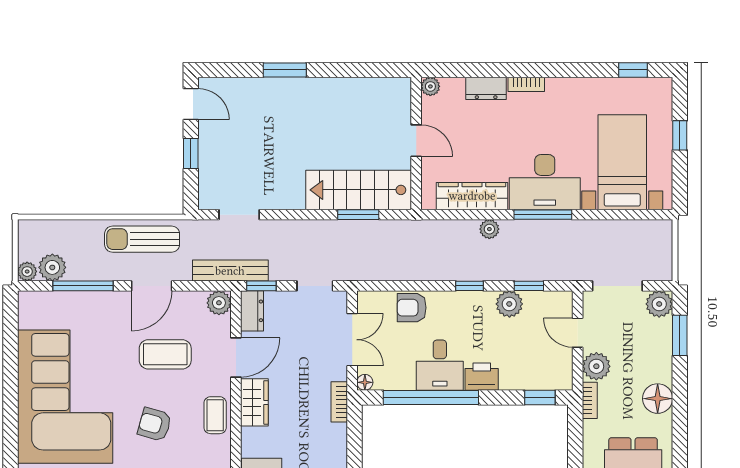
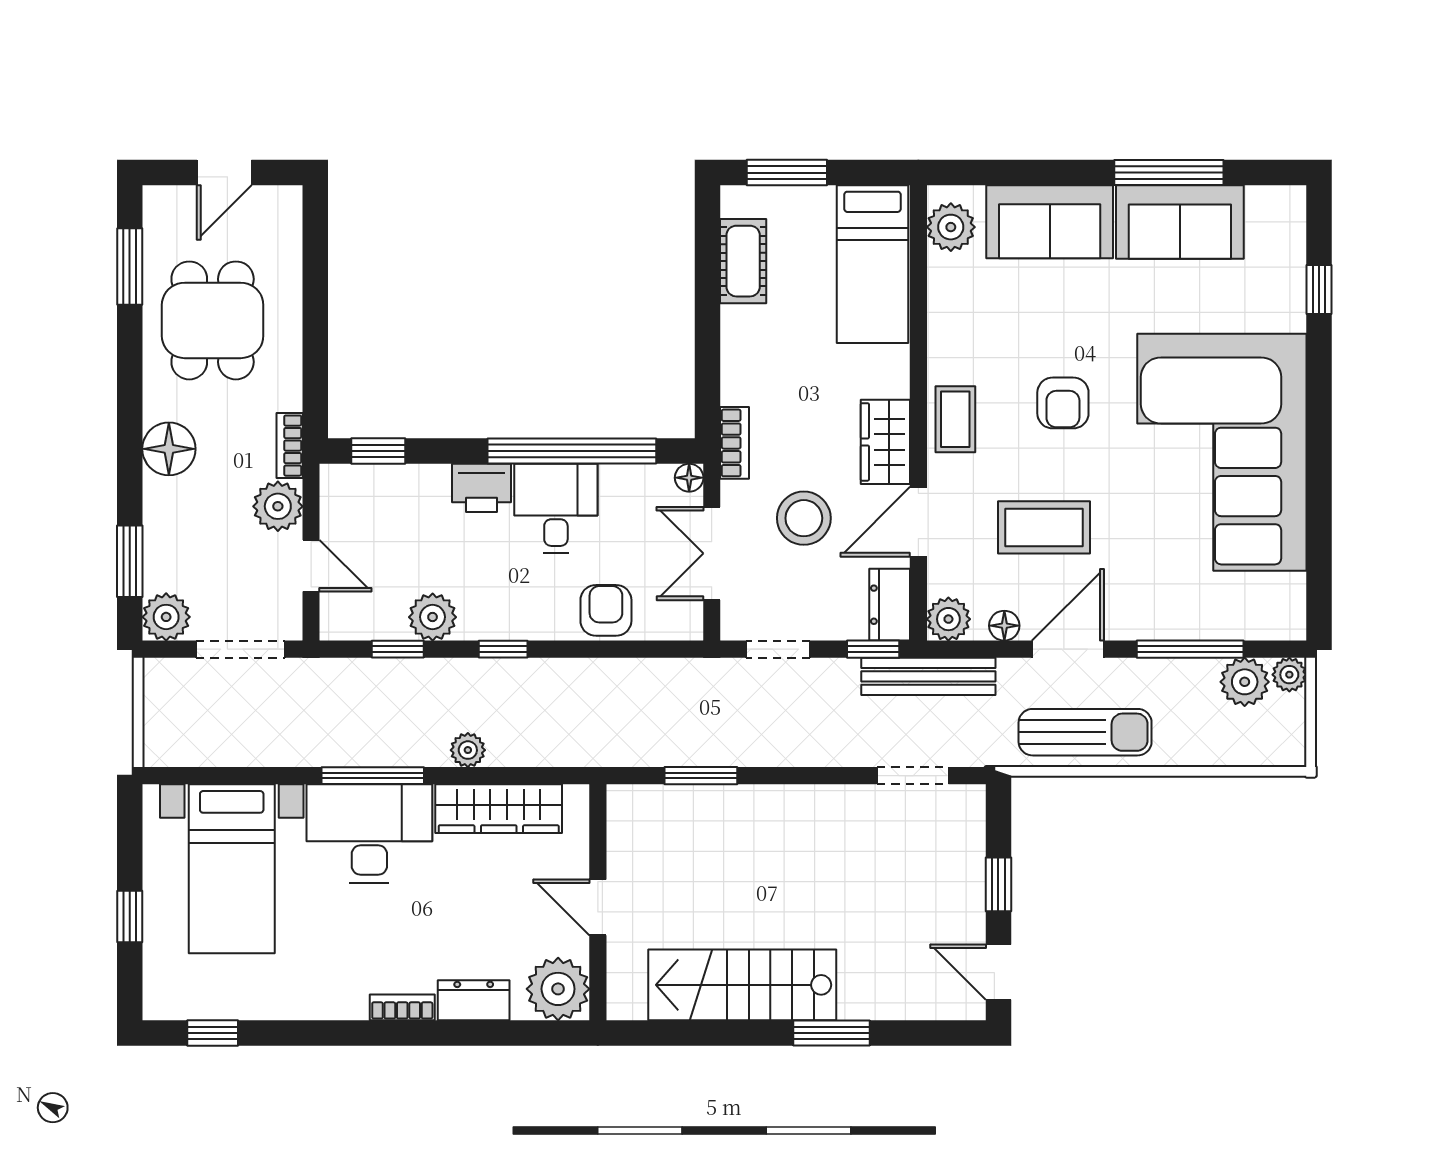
plant: (430, 86) -> (558, 989), width x1.88, depth x1.88
stairs: (359, 190) -> (742, 985), moved, turned 180
floor lamp: (188, 299) -> (1004, 626), added
armchair: (412, 308) -> (606, 610), turned -90
stool: (300, 360) -> (804, 518), added
armchair: (155, 424) -> (1063, 403), turned 74

